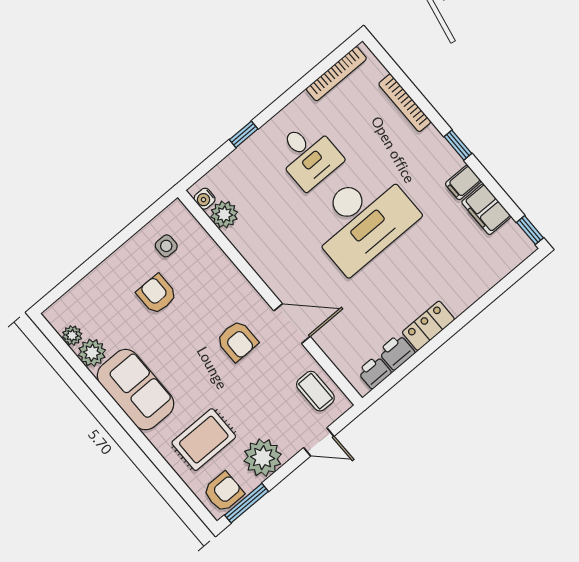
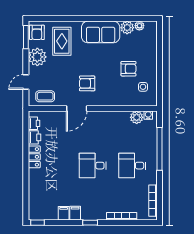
window: (244, 134) -> (159, 149), width x3.17
filing cabinet: (486, 209) -> (64, 213), width x0.50
desk: (362, 219) -> (93, 166), width x0.53, depth x0.77

